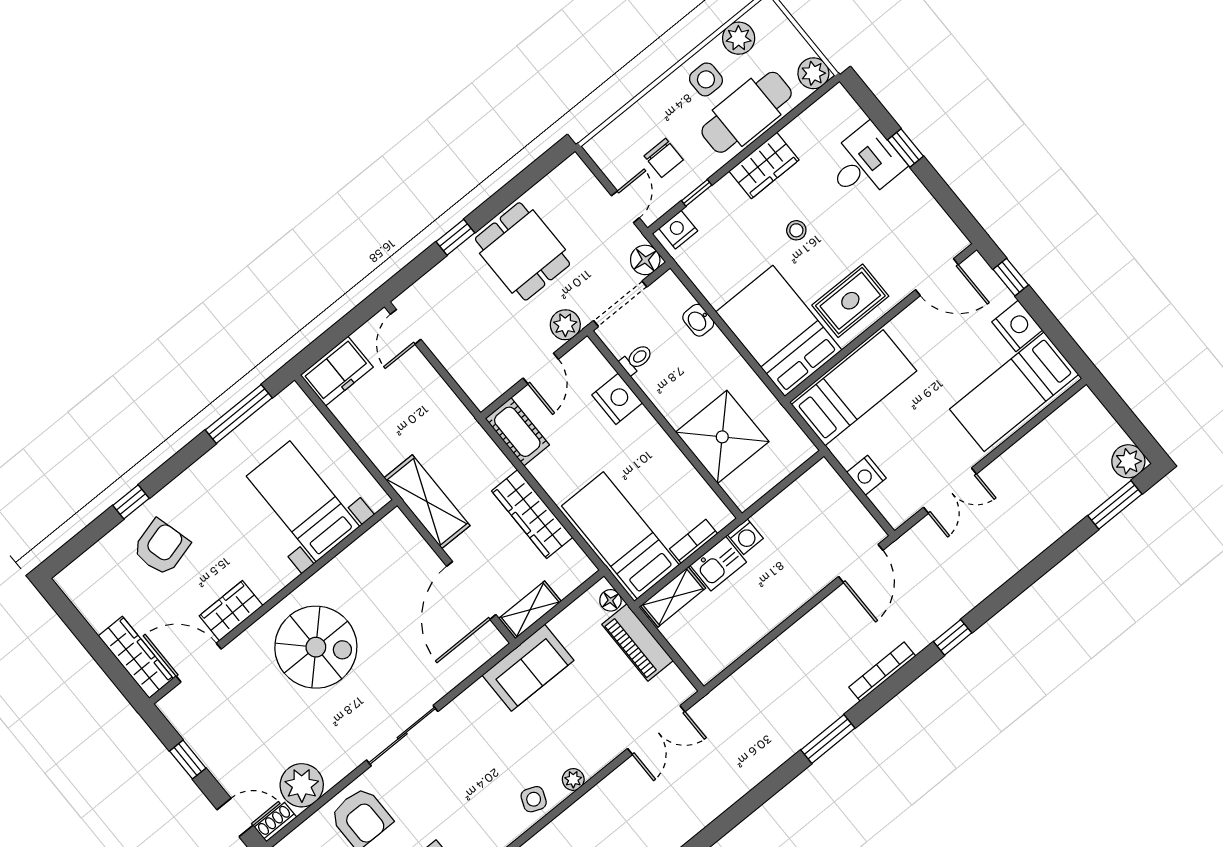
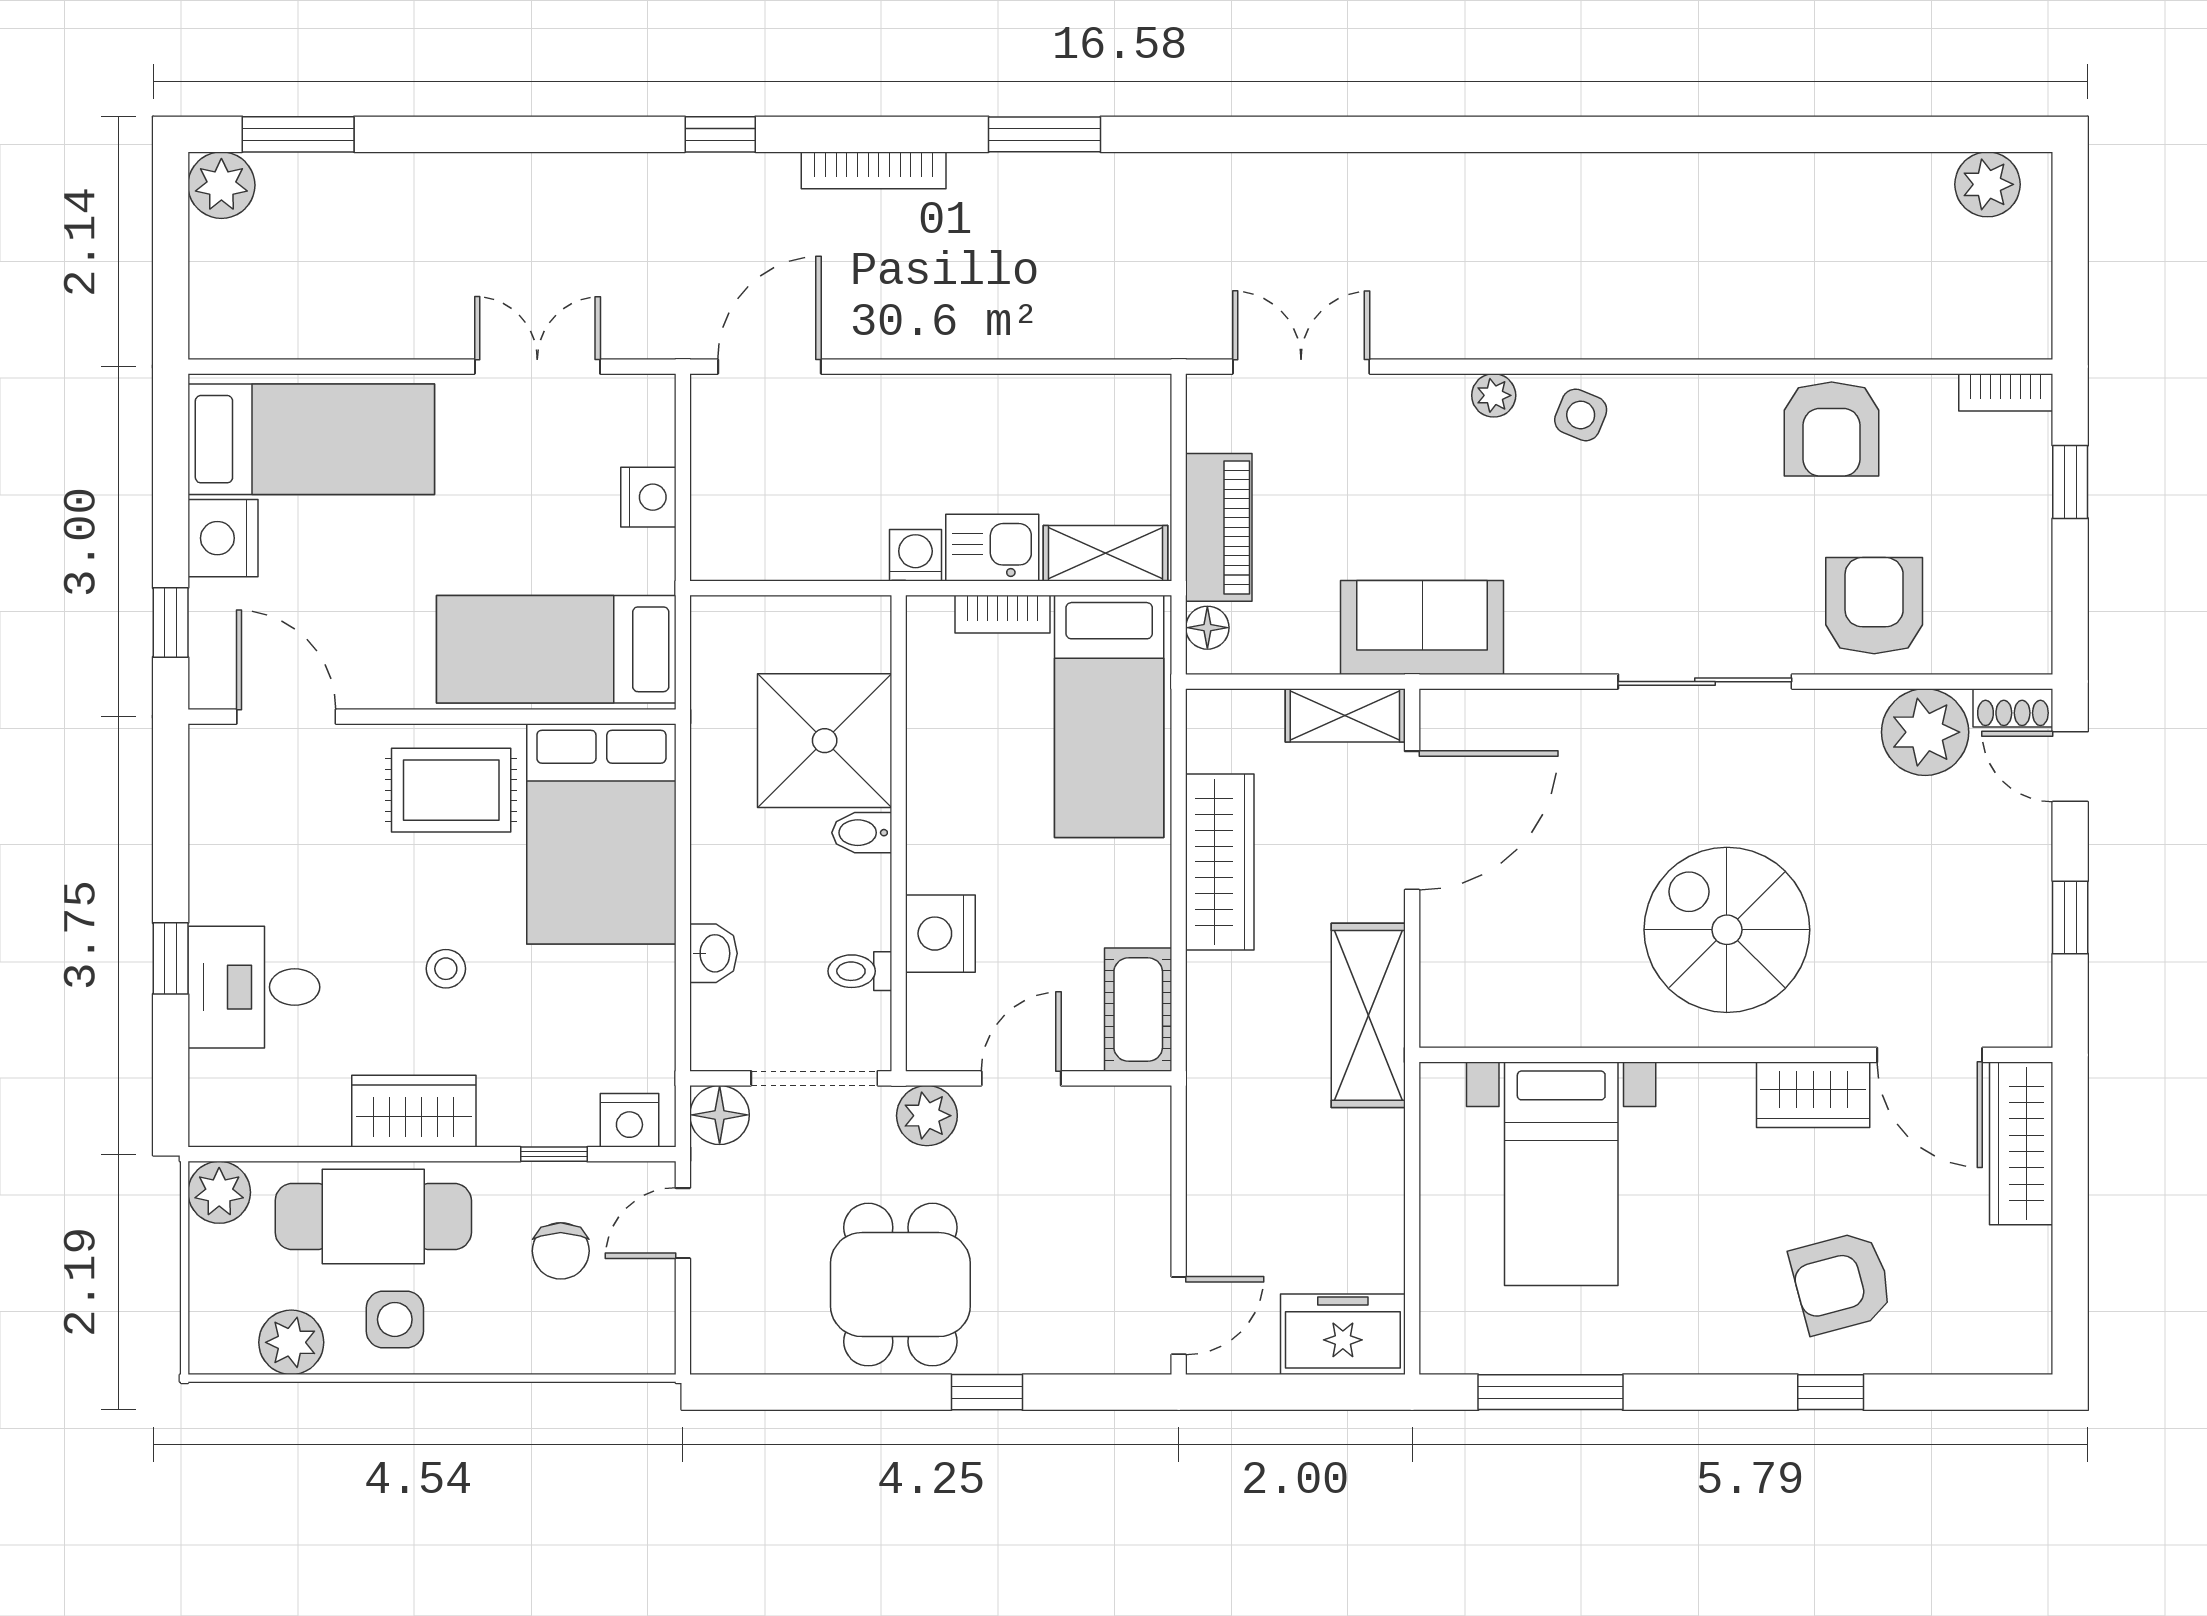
chair: (664, 158) -> (561, 1251), turned 180
bidet: (679, 413) -> (862, 833), added

